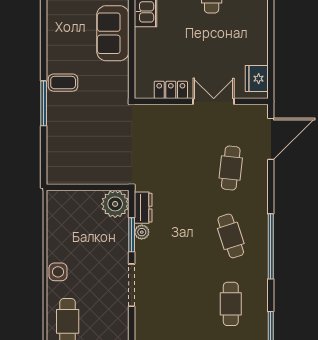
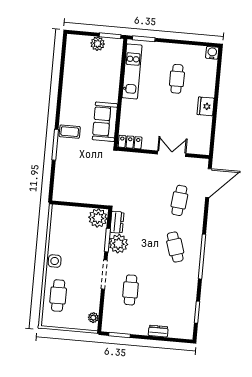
sofa: (113, 33) -> (105, 122), moved
fridge: (257, 79) -> (206, 106), moved
locker: (171, 90) -> (130, 142), moved
plant: (142, 232) -> (118, 244), width x1.87, depth x1.87
cafe table: (231, 304) -> (130, 290), moved

